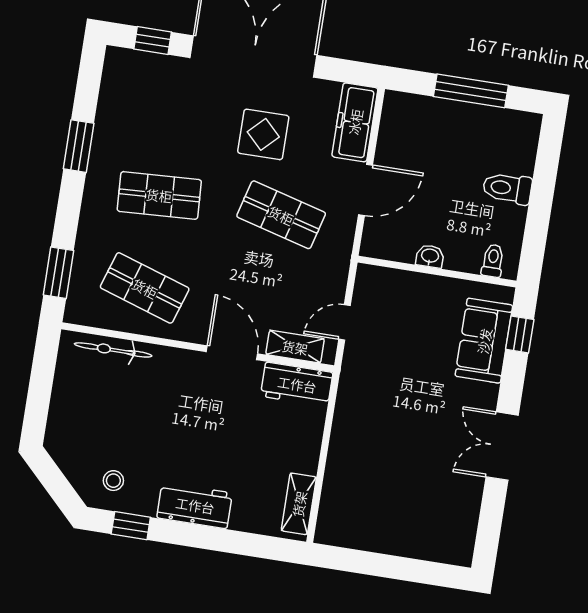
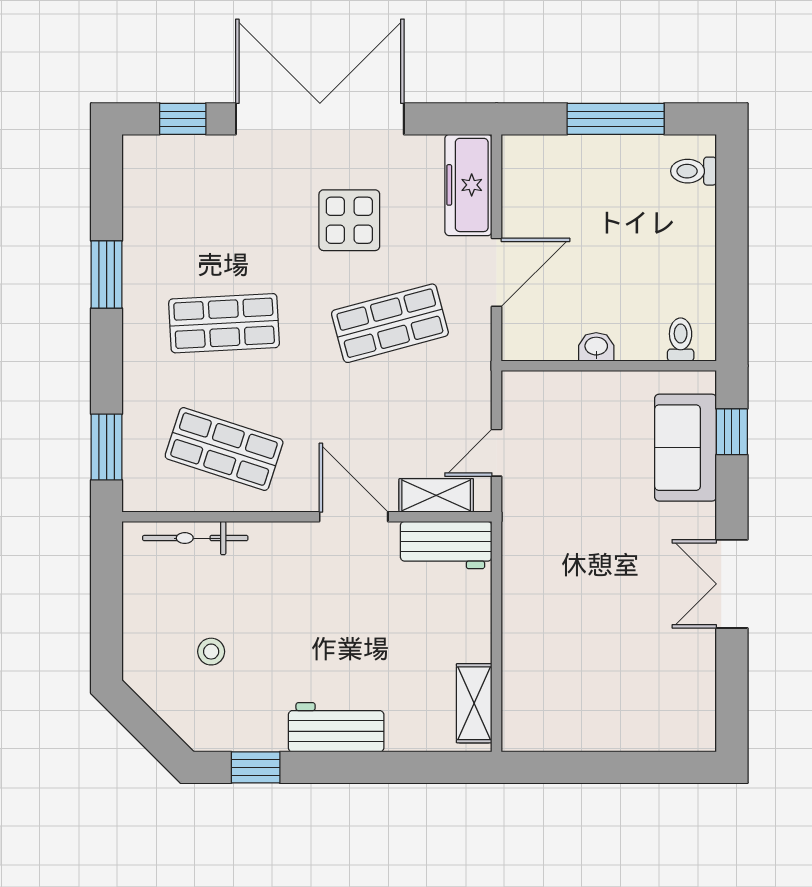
toilet: (507, 188) -> (693, 171), moved, width x0.73, depth x0.72
shop shelf: (281, 215) -> (390, 323), turned -30
stool: (113, 481) -> (211, 652), moved

